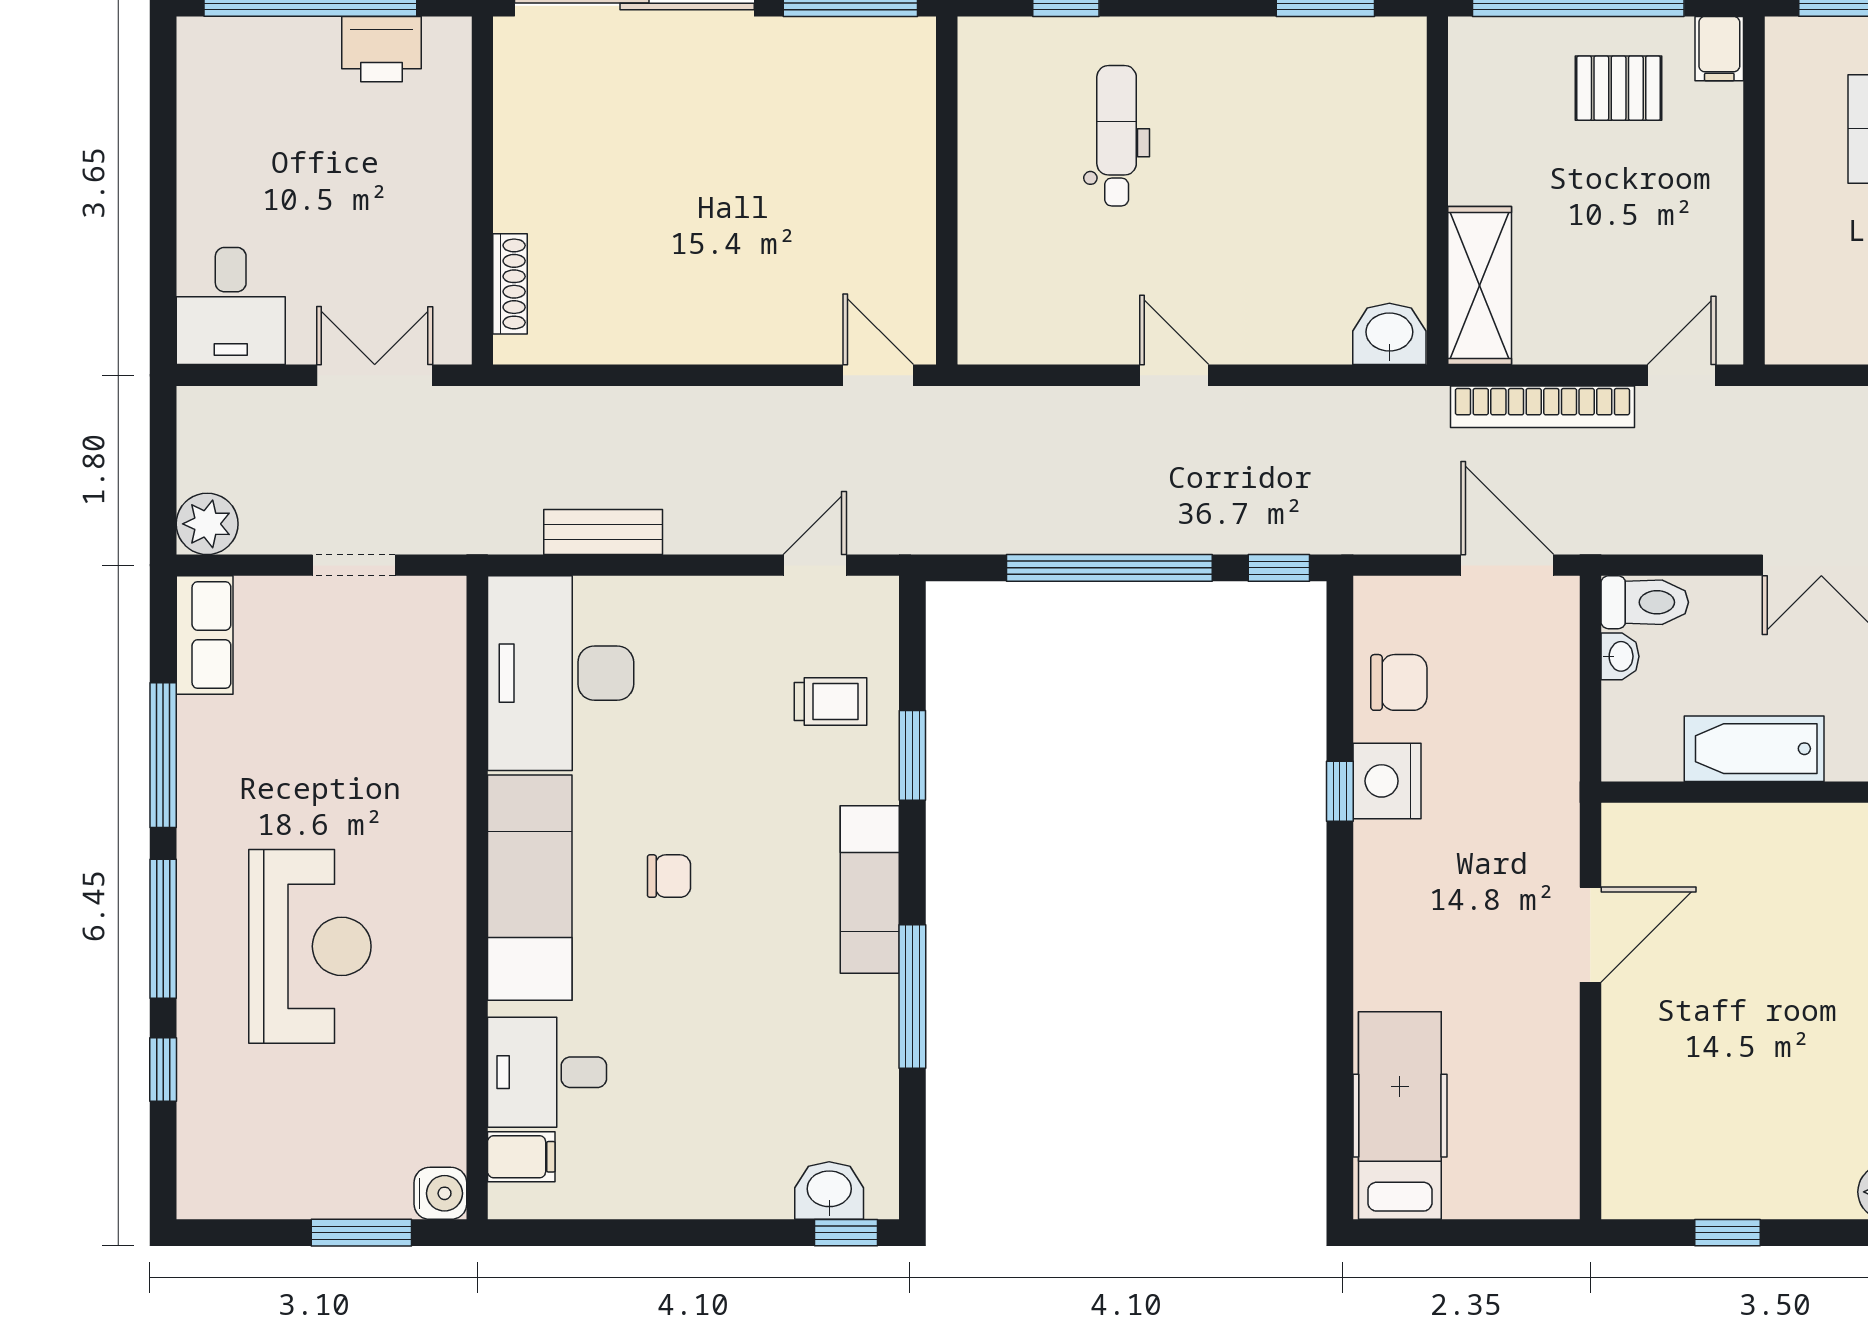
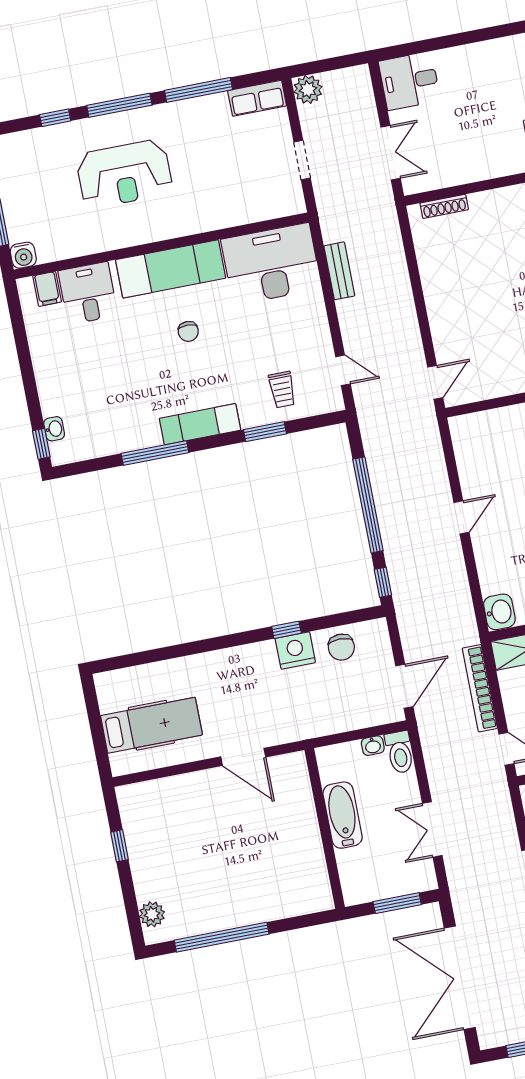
hospital bed: (1400, 1116) -> (151, 725), moved
washbasin: (829, 1191) -> (54, 429), width x0.72, depth x0.69

